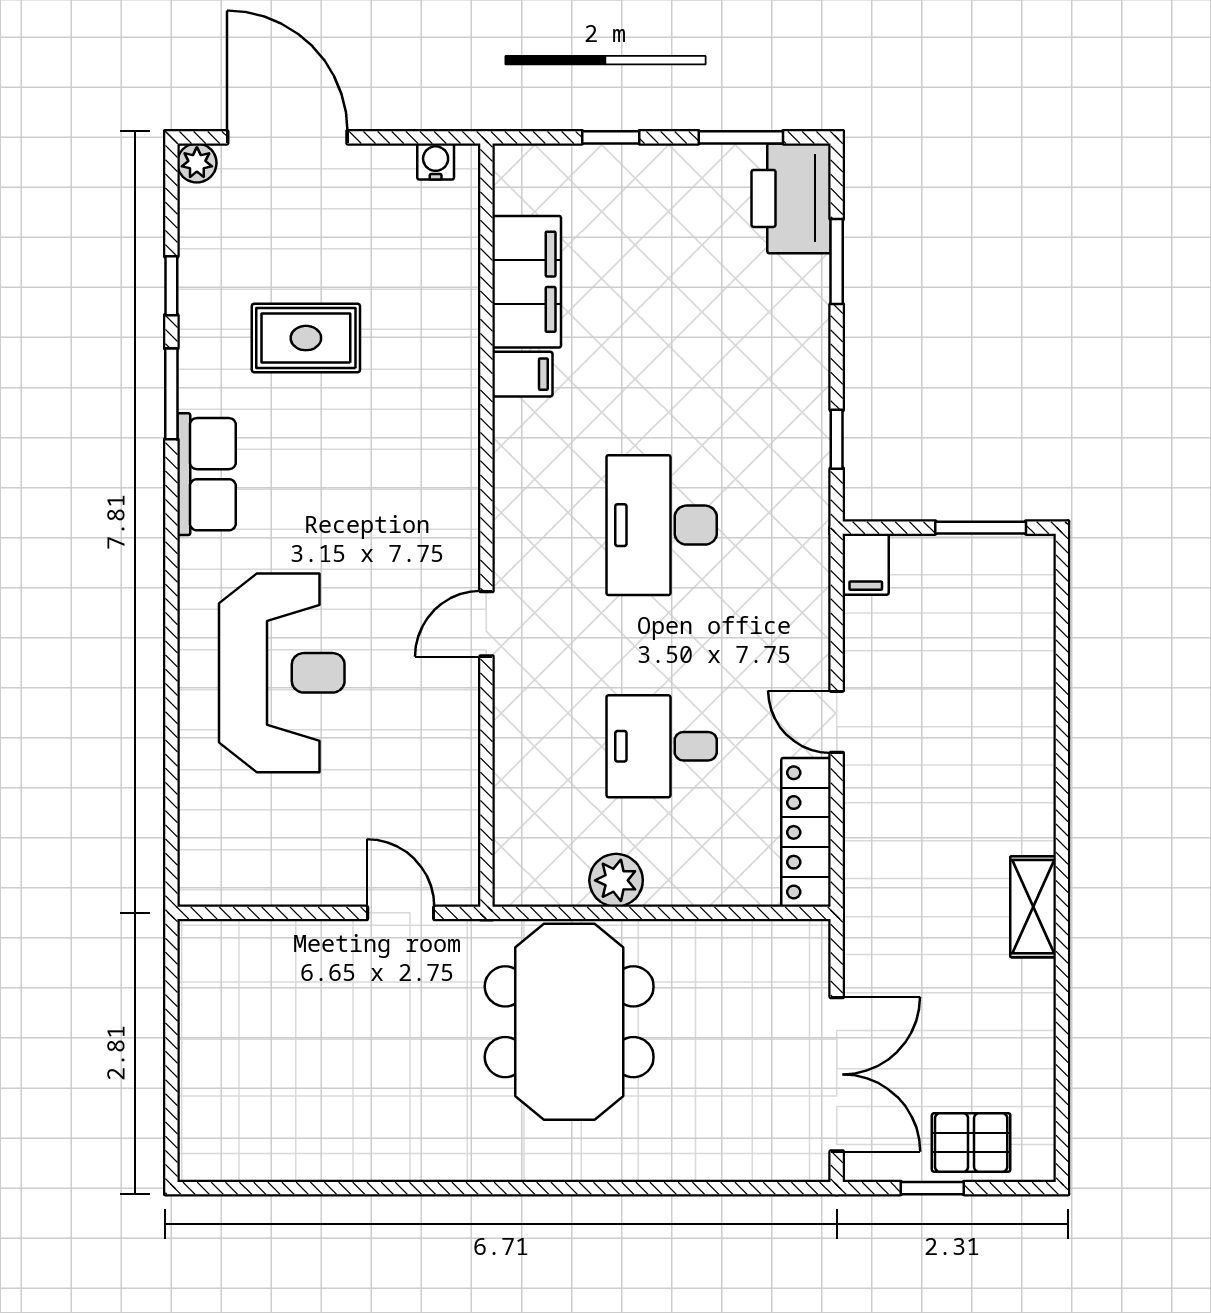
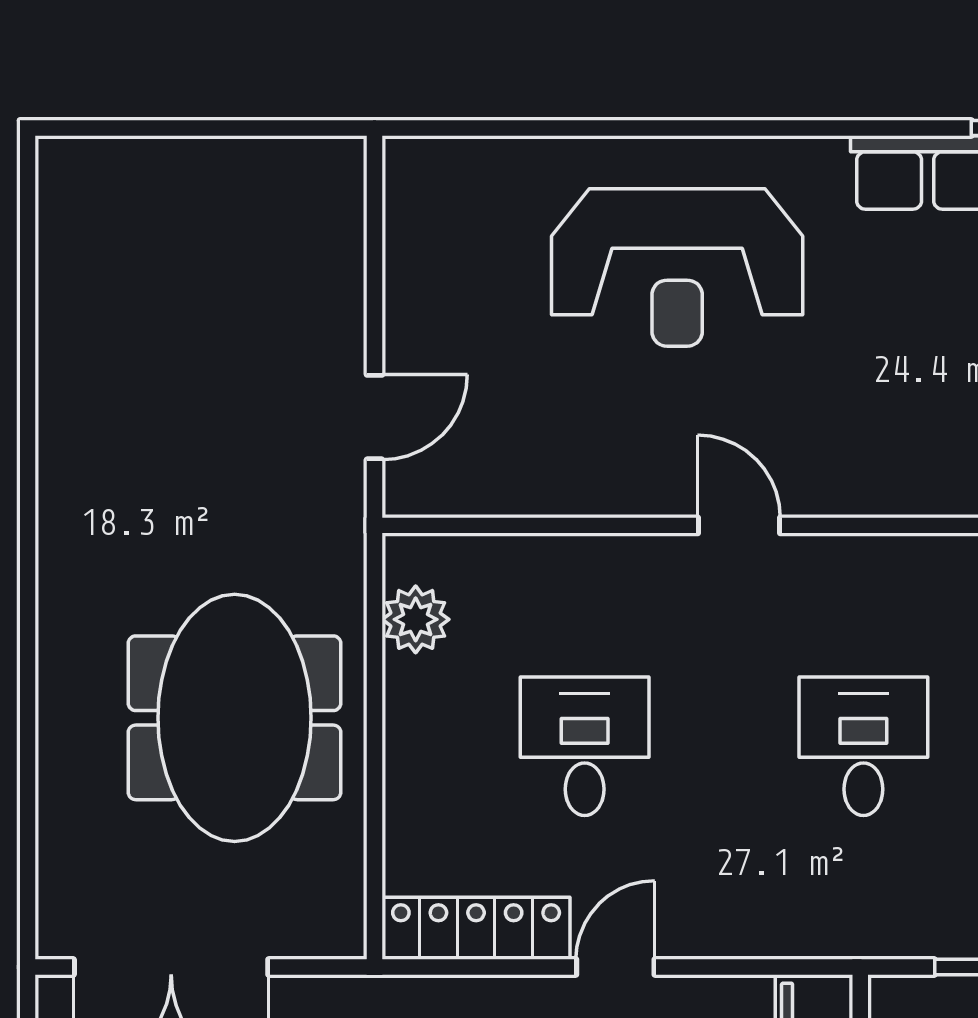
desk: (662, 525) -> (863, 746), width x0.73
plant: (616, 880) -> (416, 619), moved
meeting table: (569, 1022) -> (235, 718), moved, turned 90

